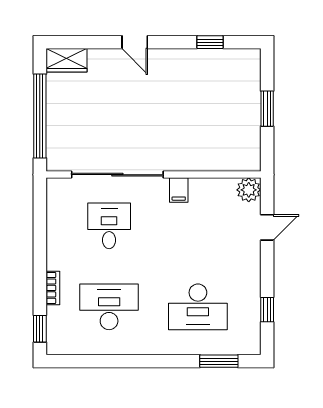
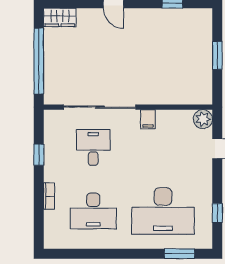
desk: (109, 307) -> (93, 211), turned 180
desk: (198, 307) -> (163, 211), width x1.36, depth x1.30
window: (40, 329) -> (39, 155), moved

